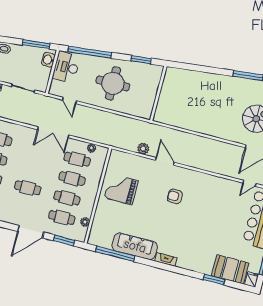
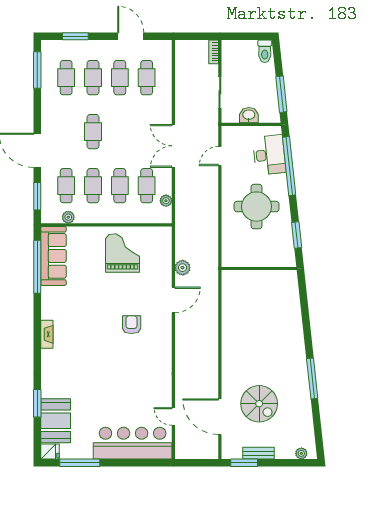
washbasin: (48, 60) -> (249, 115), moved
desk: (66, 67) -> (269, 155), moved, turned 84
sofa: (135, 246) -> (53, 256), moved

